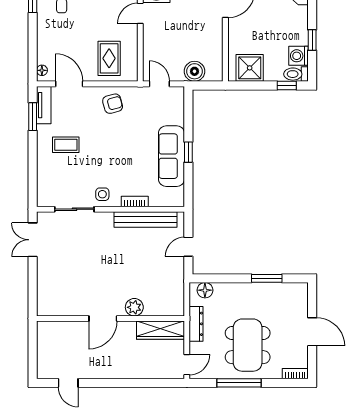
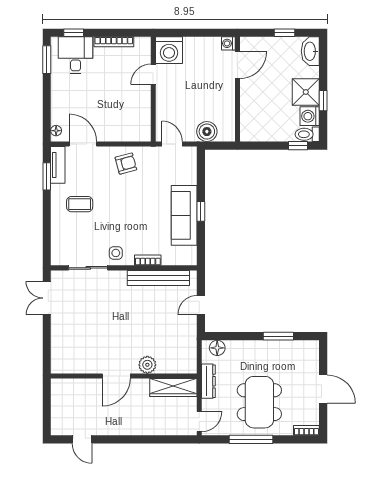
rug: (109, 58) -> (122, 119), removed
shower: (250, 68) -> (306, 92), moved

